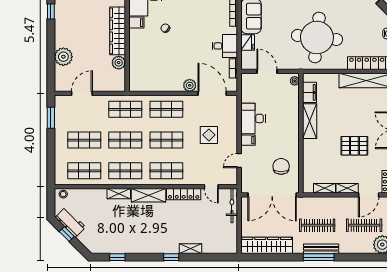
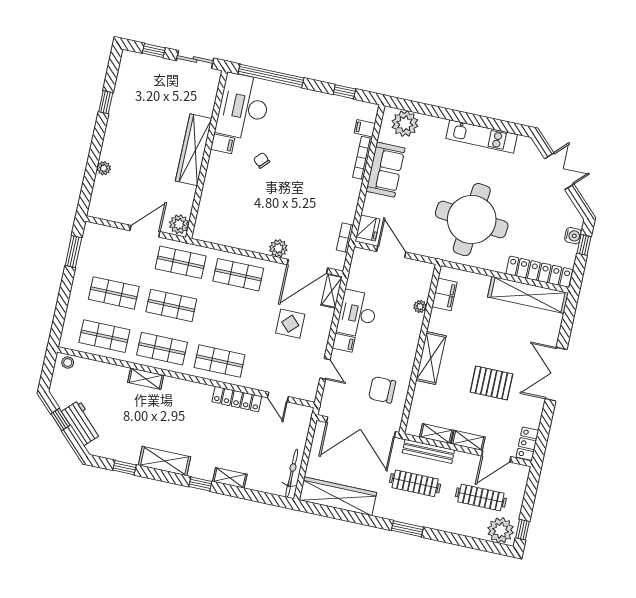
fridge: (248, 43) -> (368, 228), moved
desk: (225, 46) -> (340, 203), removed
plant: (63, 57) -> (104, 168), width x0.53, depth x0.53
plant: (119, 63) -> (179, 224), moved
plant: (295, 81) -> (420, 306), moved
door: (82, 93) -> (145, 231), moved
door: (212, 93) -> (307, 266), swing flipped
shelving: (232, 107) -> (332, 291), added
shelving: (310, 121) -> (431, 358), moved
shop shelf: (166, 140) -> (229, 318), removed
door: (239, 161) -> (325, 369), swing flipped
chair: (281, 166) -> (382, 390), turned -90
shelving: (148, 195) -> (165, 461), moved
bicycle: (232, 206) -> (292, 473), moved
workbench: (70, 222) -> (81, 423), moved
bench: (321, 249) -> (428, 451), moved
window: (319, 257) -> (407, 529), width x0.69

